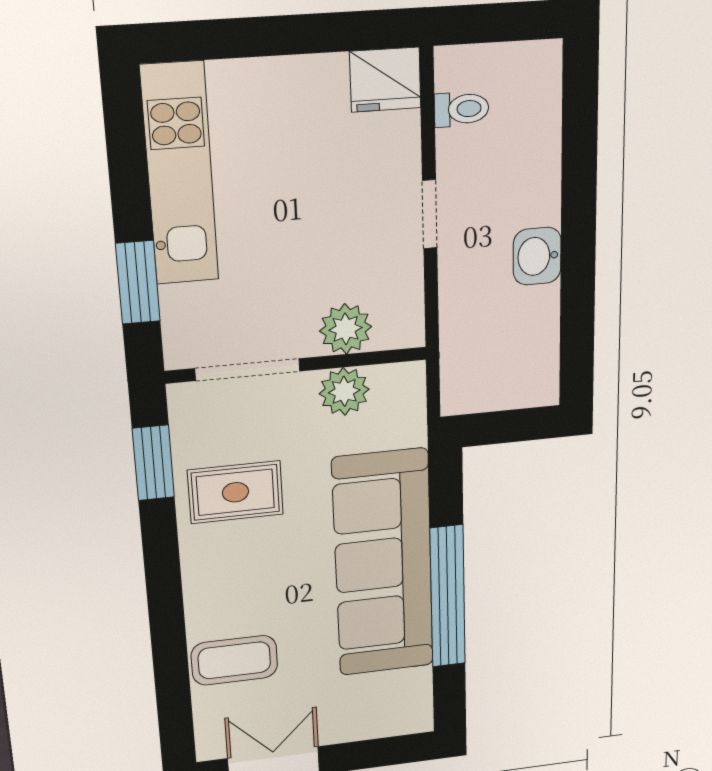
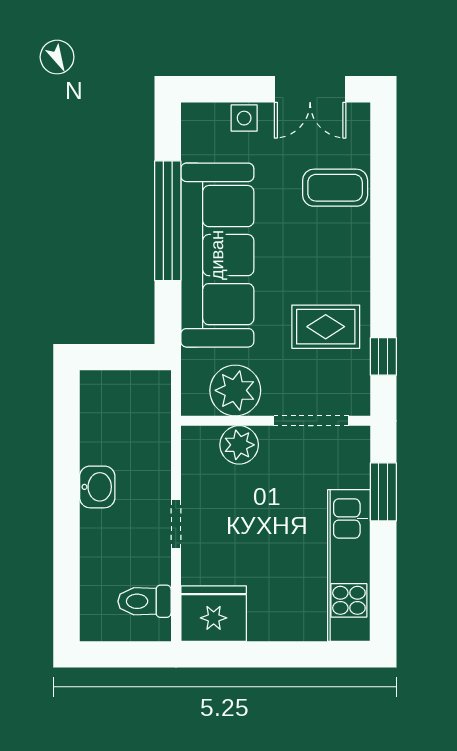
fridge: (385, 80) -> (214, 614), width x1.36, depth x1.34
toilet: (461, 109) -> (144, 601), width x1.37, depth x1.39
plant: (344, 391) -> (235, 390), width x1.36, depth x1.36
window: (153, 463) -> (383, 356), width x0.67
side table: (355, 724) -> (244, 118), added

